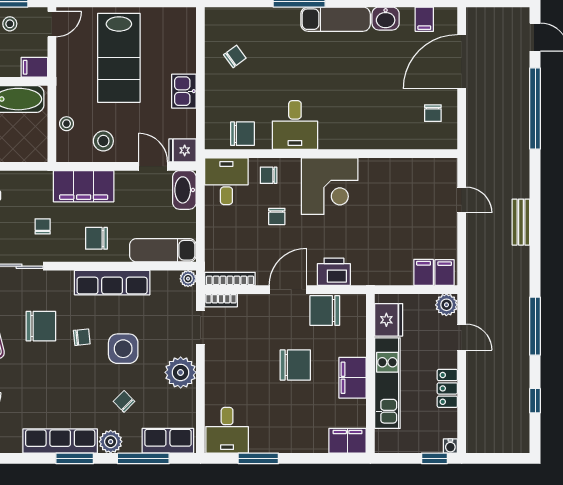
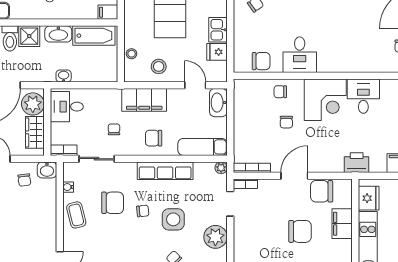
fridge: (182, 150) -> (217, 52), moved
desk: (226, 181) -> (363, 96), moved
printer: (334, 272) -> (357, 163), moved
filing cabinet: (353, 378) -> (342, 224), moved

